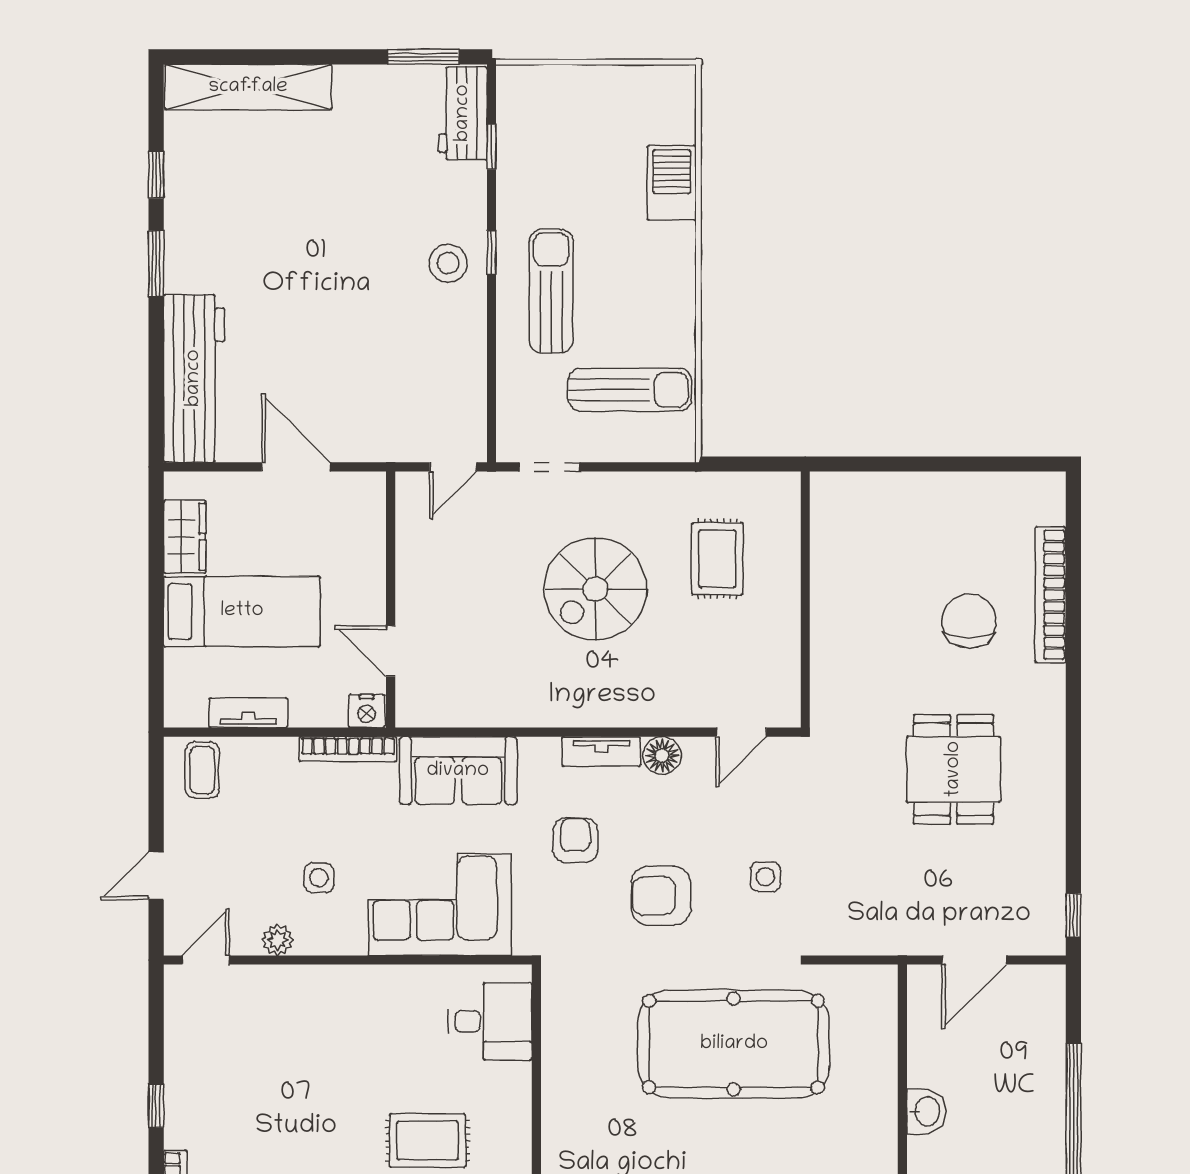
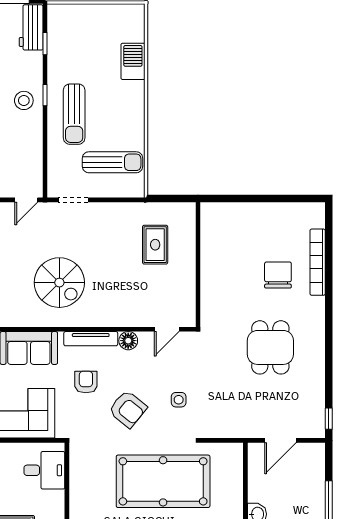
sun lounger: (551, 291) -> (74, 114), turned 180
spiral stairs: (595, 589) -> (59, 283), moved, turned -90
tv unit: (601, 752) -> (91, 339), width x1.41
armchair: (661, 896) -> (128, 409), turned -141

